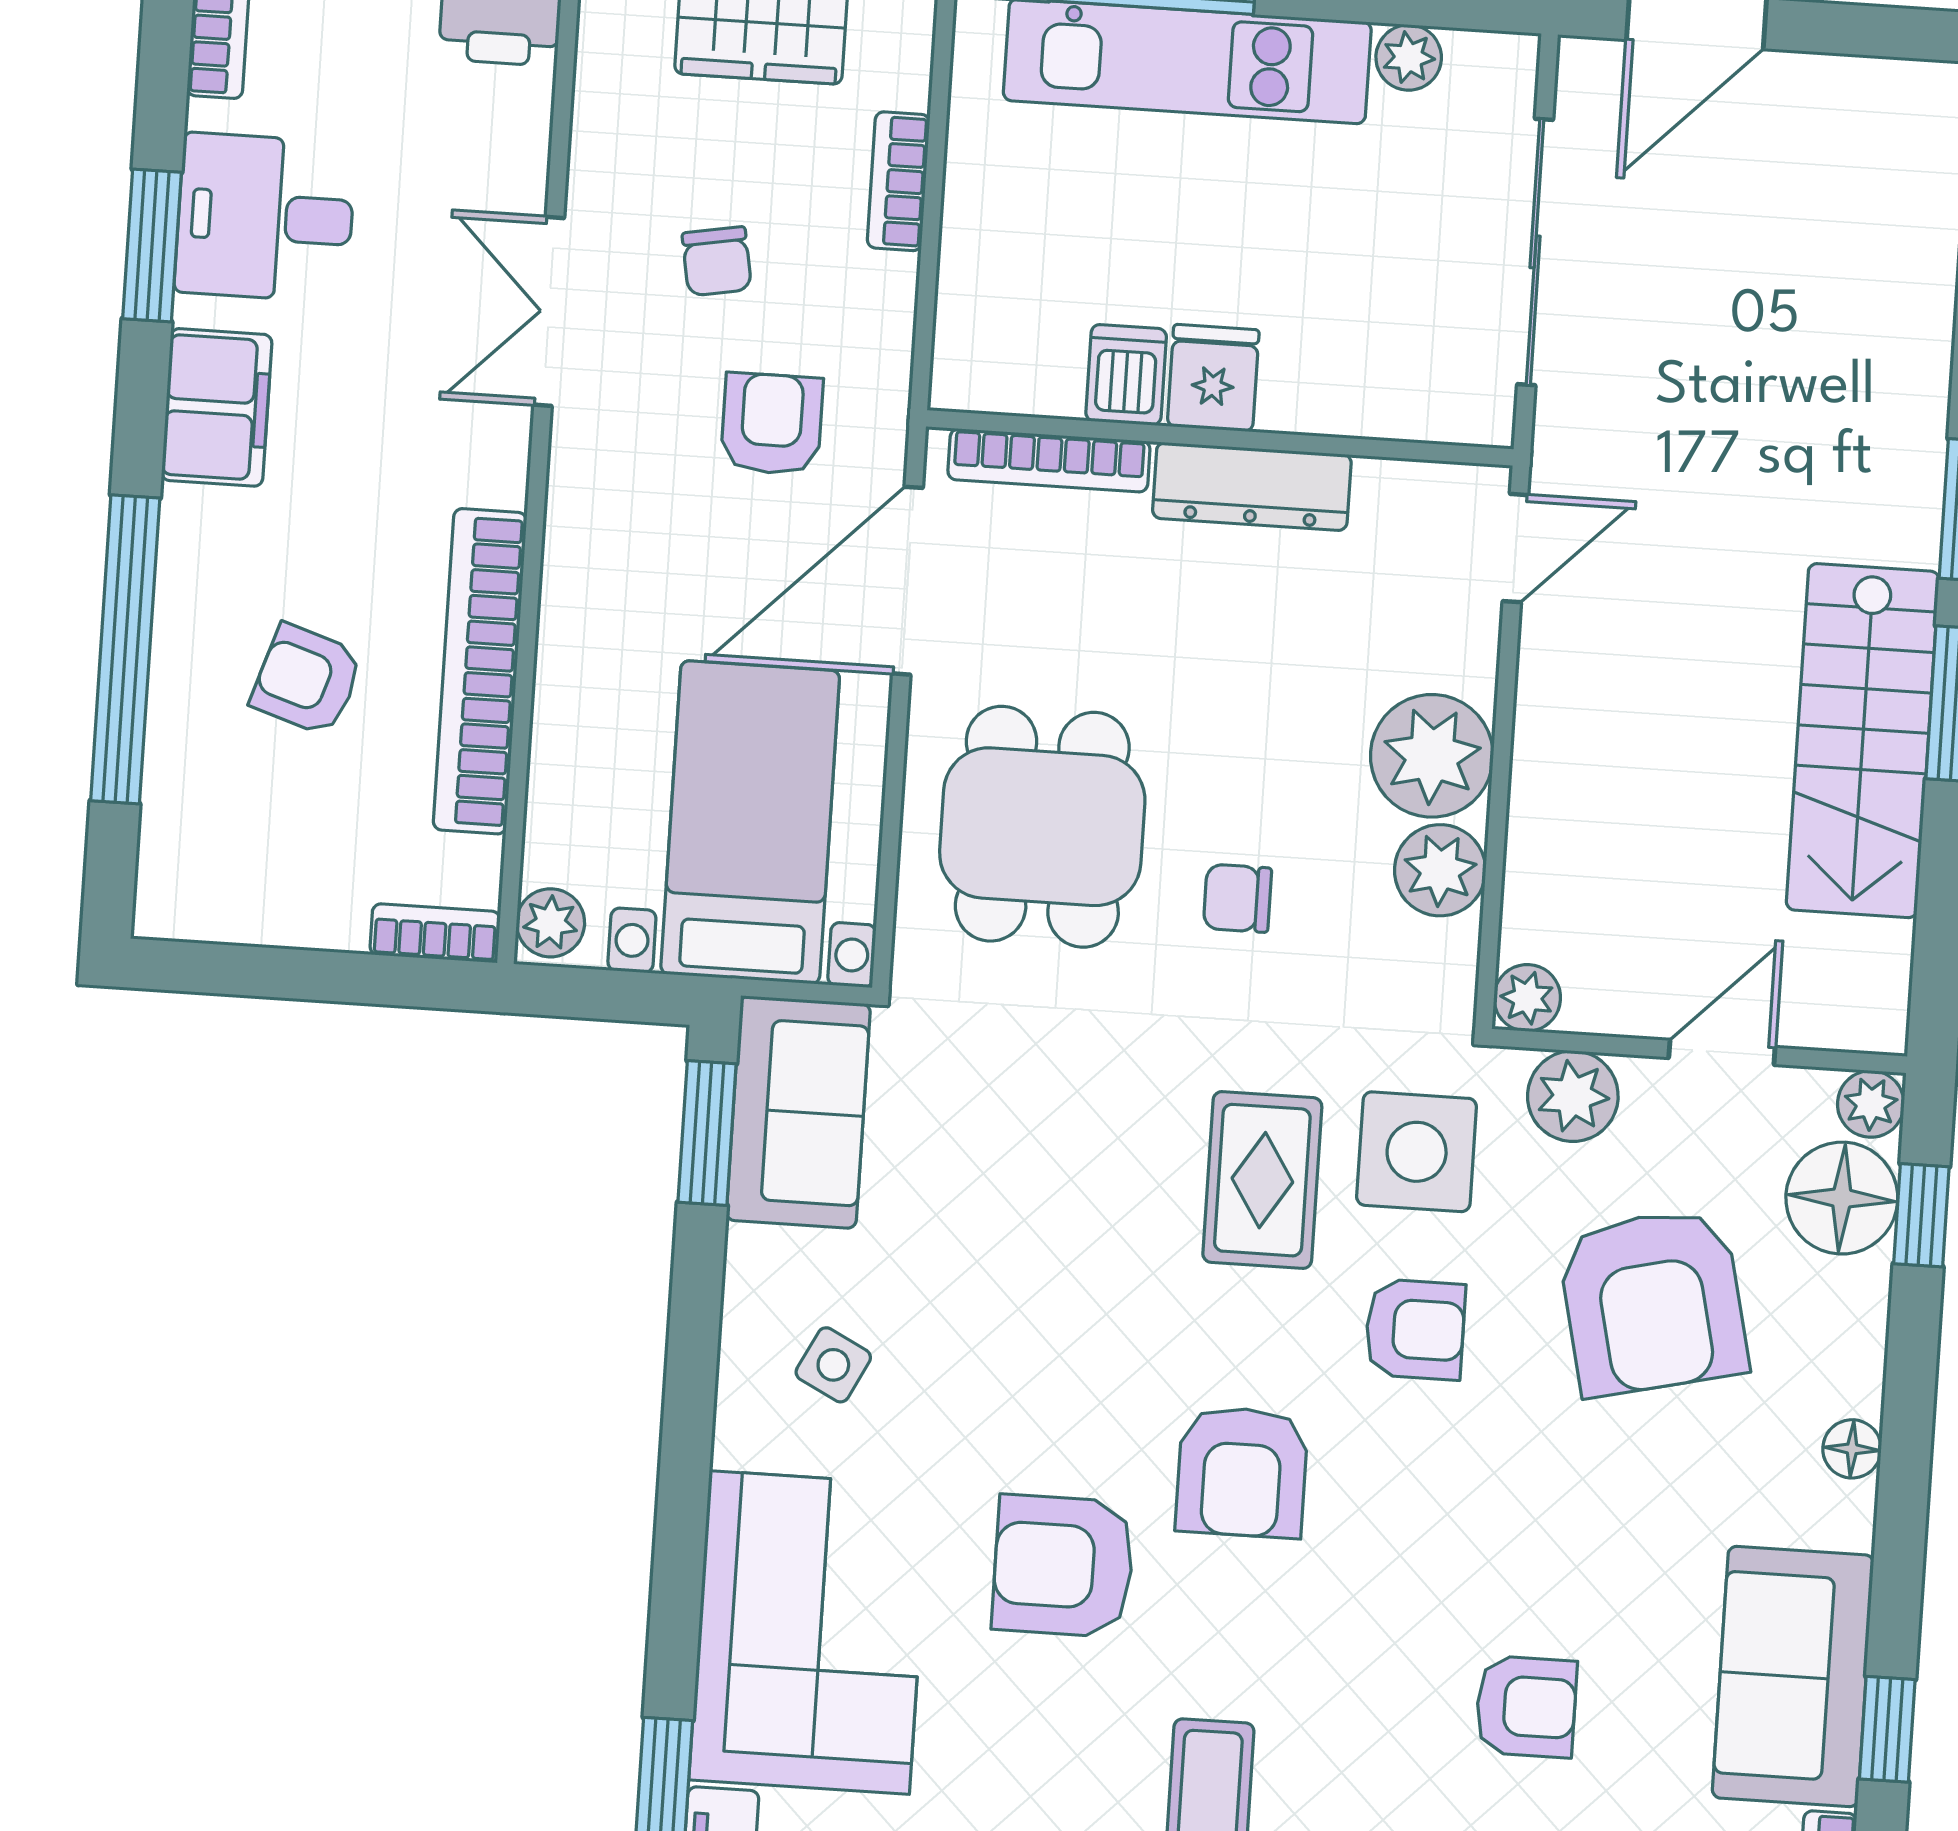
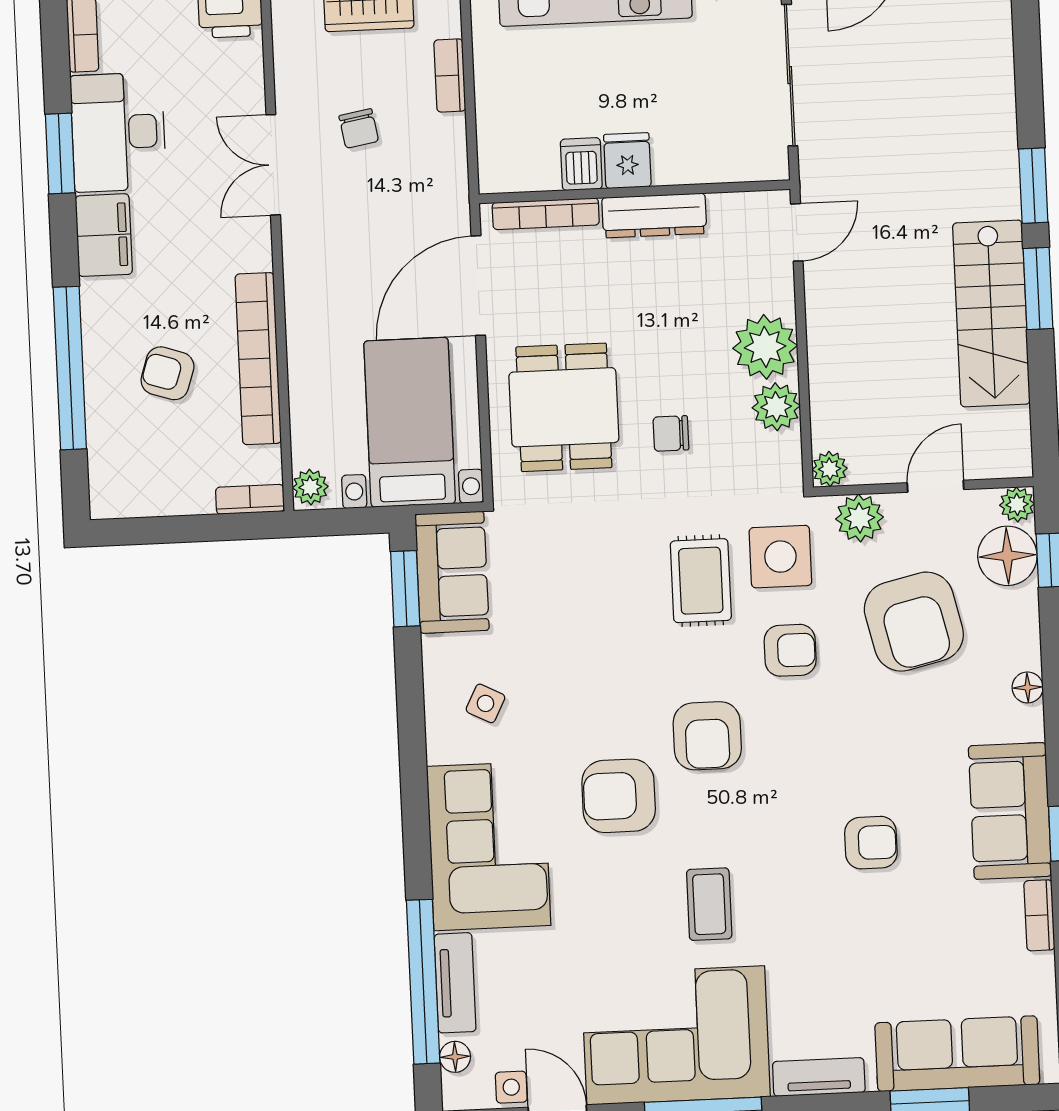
desk: (265, 217) -> (118, 132), width x1.37
armchair: (772, 424) -> (397, 211), removed

